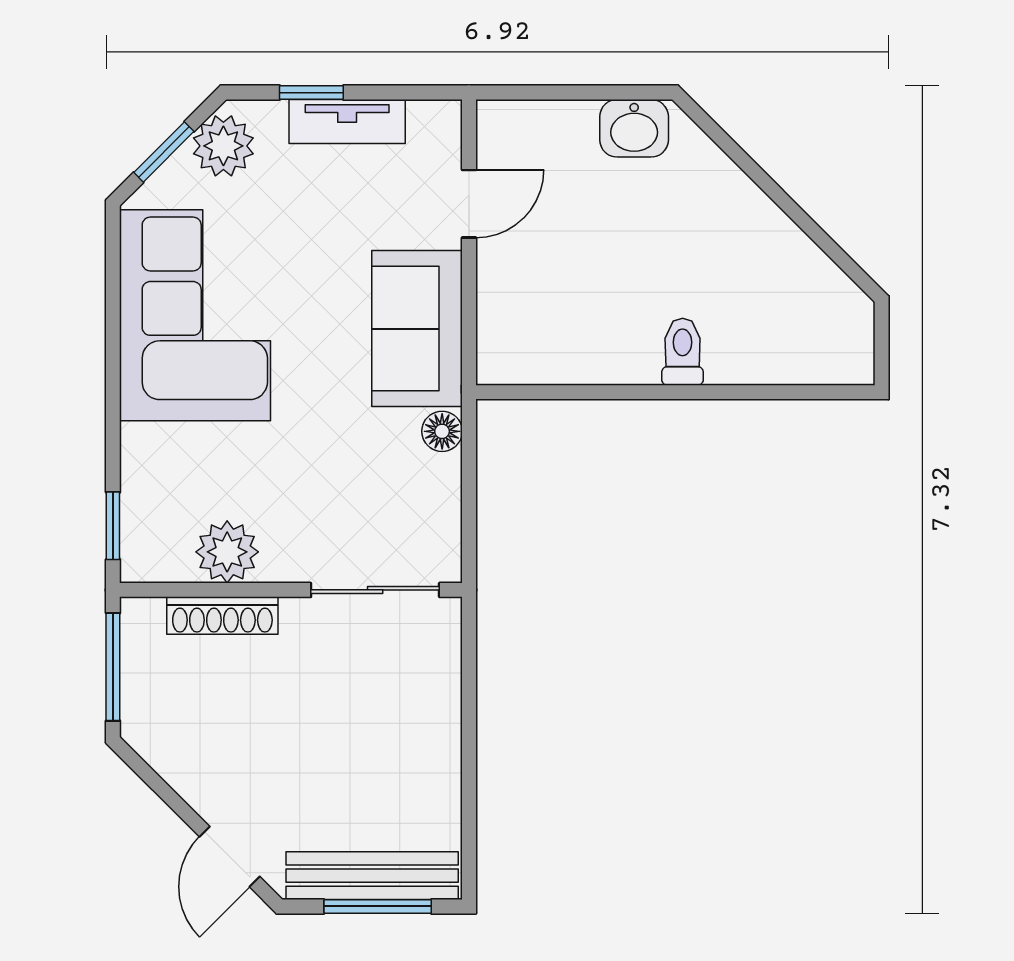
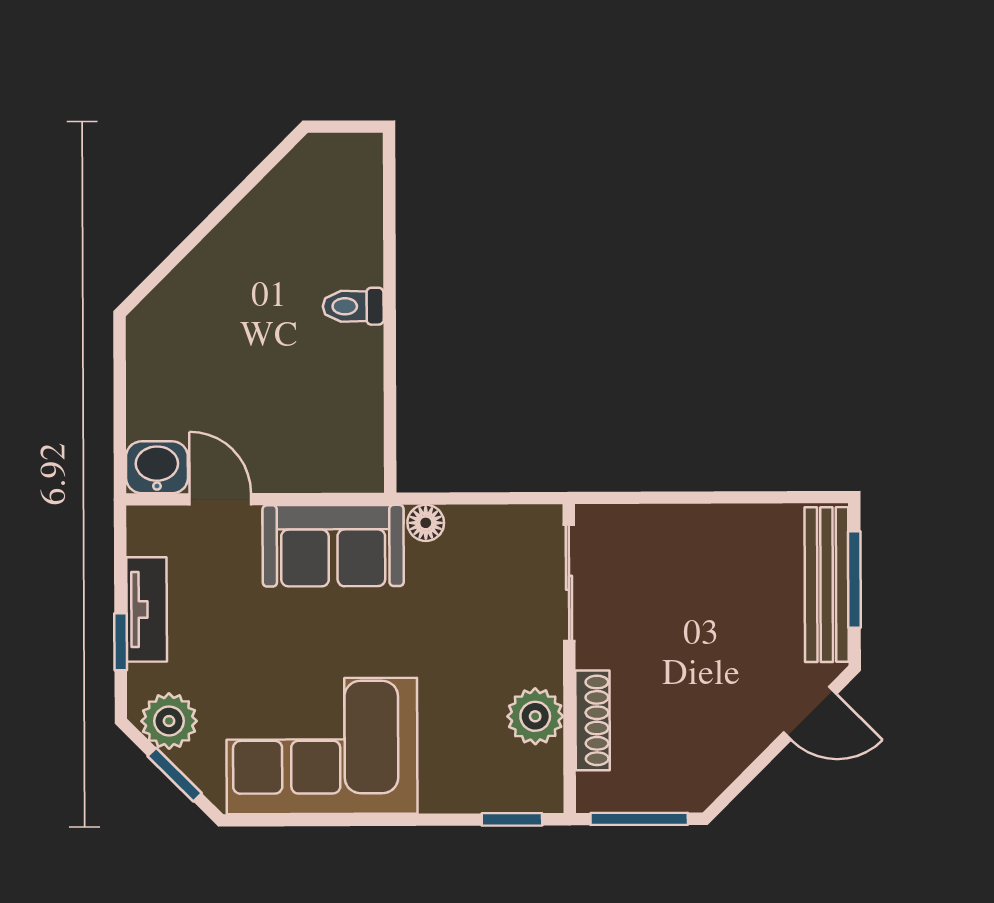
washbasin: (634, 128) -> (157, 467), moved, turned -90

